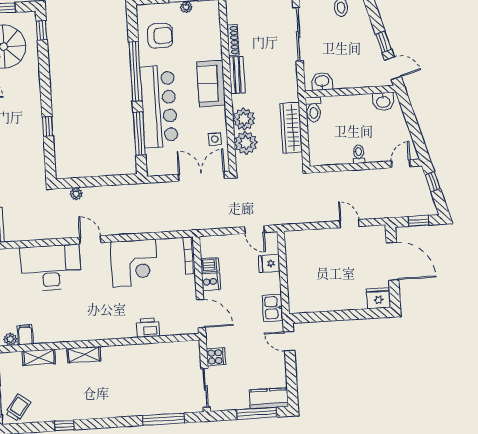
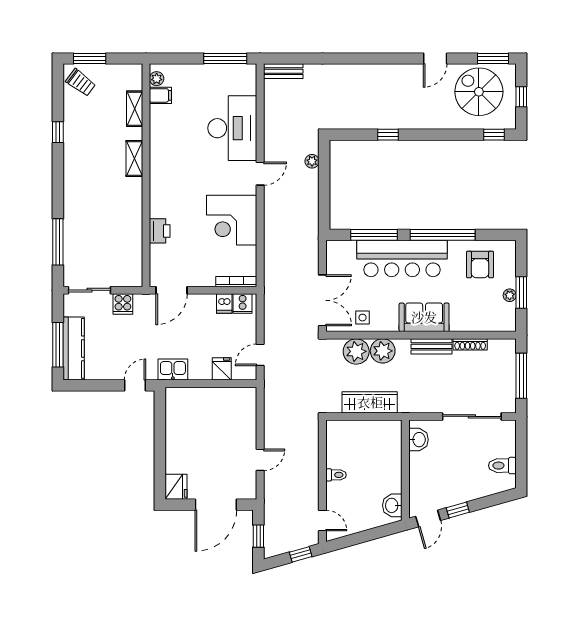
toilet: (314, 110) -> (388, 428), removed
cooker: (211, 282) -> (243, 304), moved
kitchen counter: (269, 398) -> (74, 348), width x1.50

